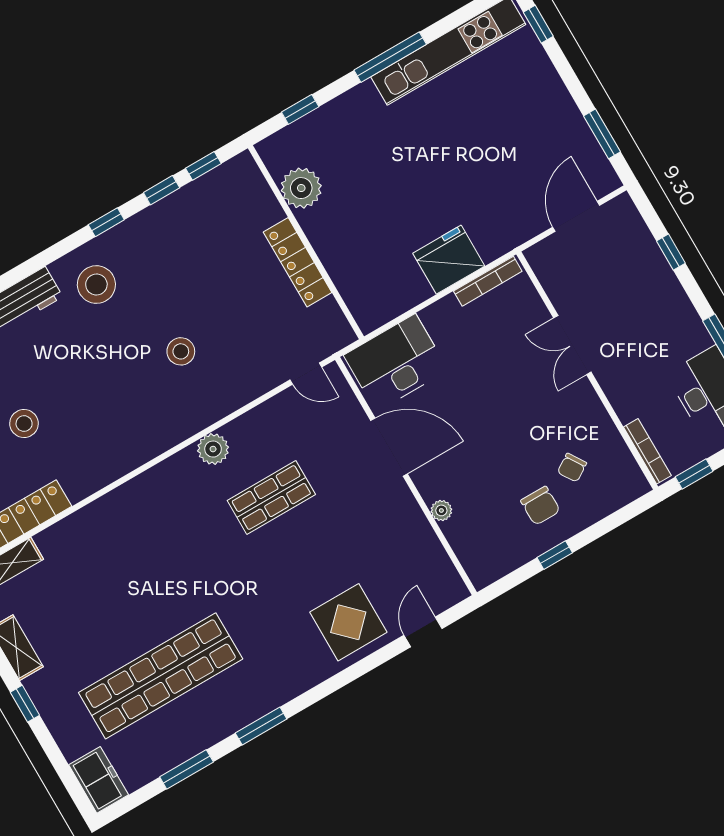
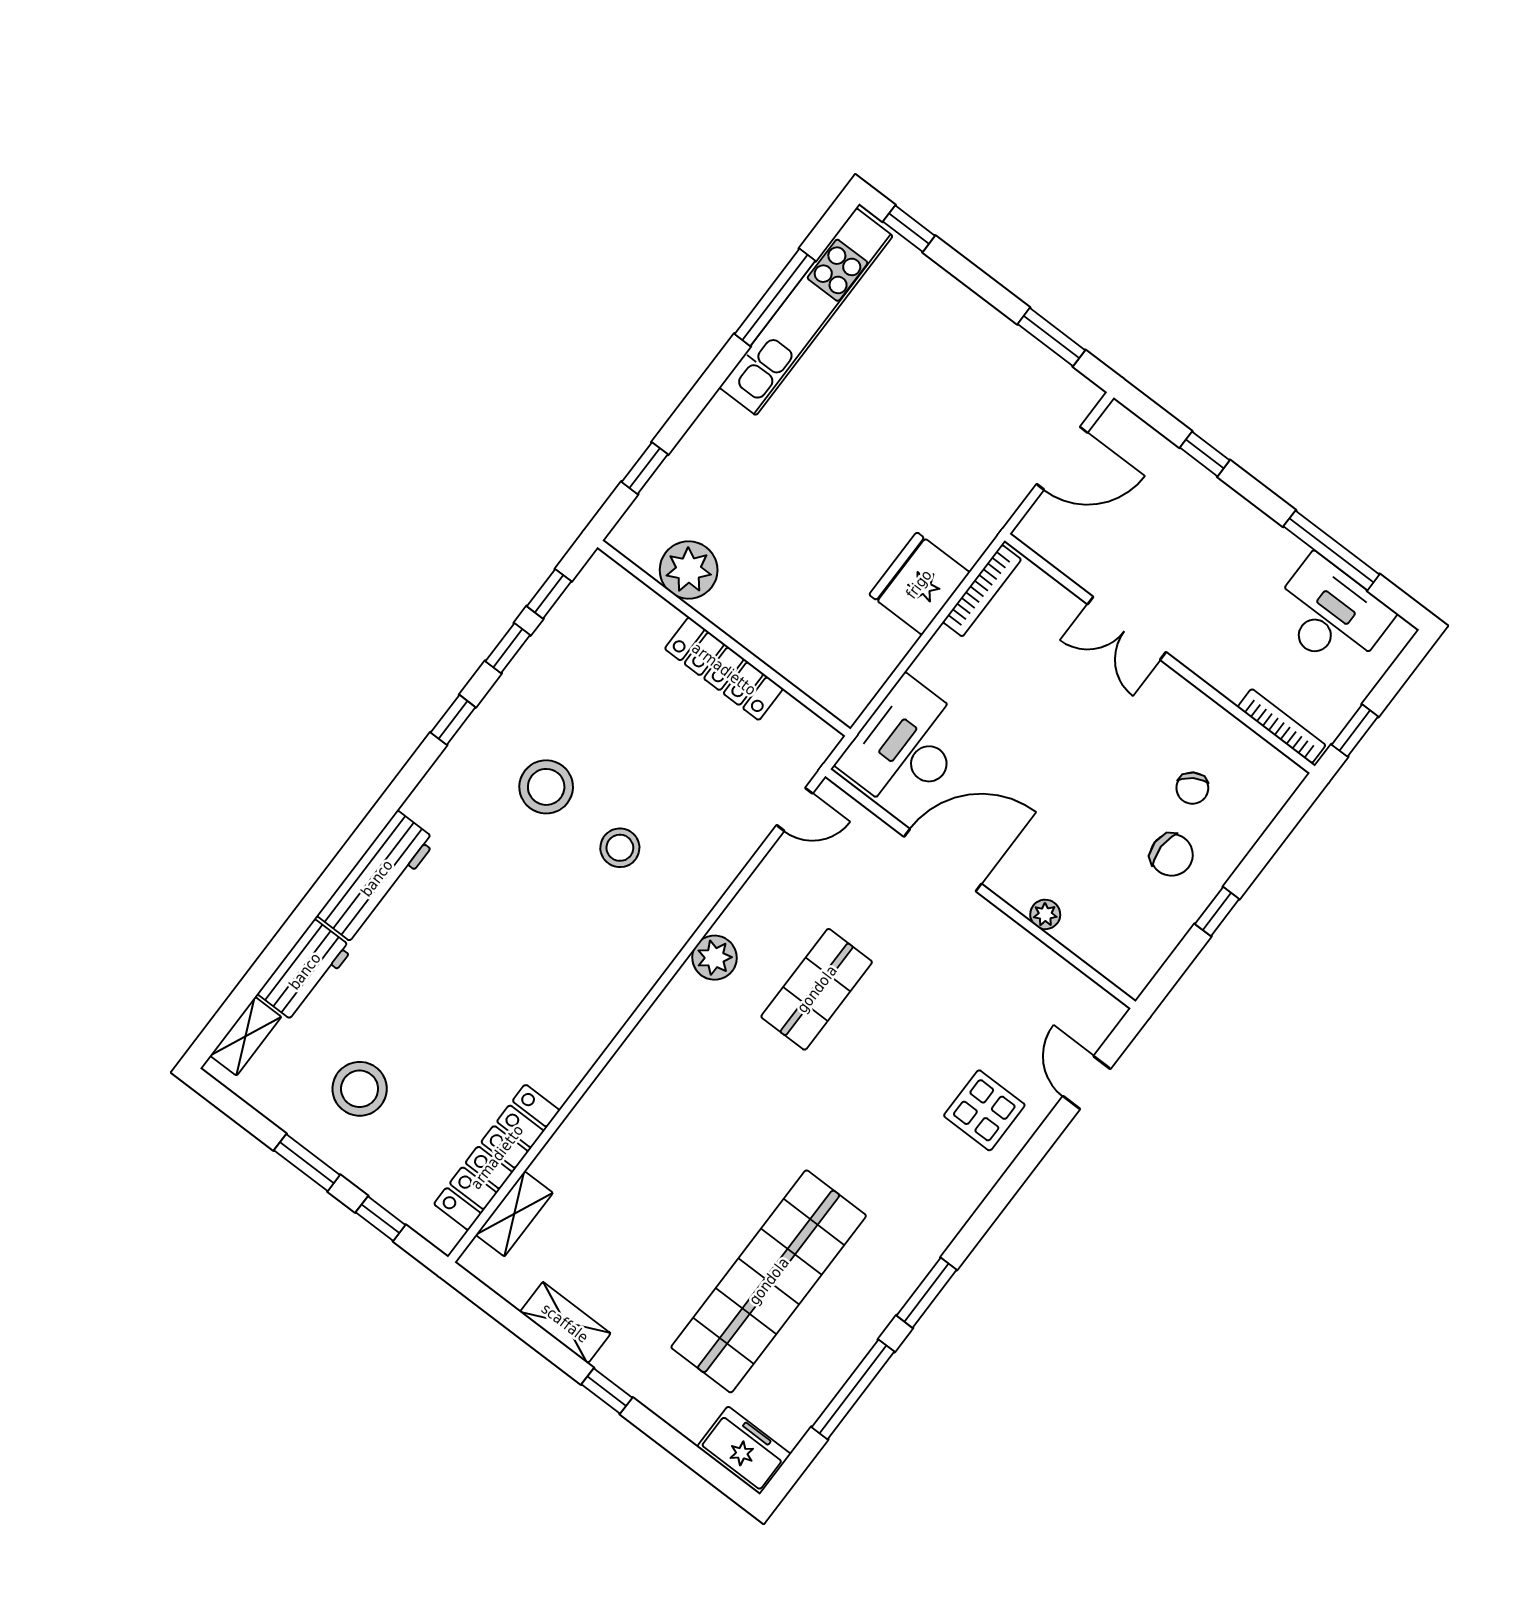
window: (390, 57) -> (775, 297), moved
door: (576, 216) -> (1062, 458), swing flipped
stool: (96, 285) -> (546, 787), moved
stool: (24, 424) -> (455, 1026), removed
display table: (348, 622) -> (984, 1110), width x0.73, depth x0.73
window: (187, 769) -> (853, 1389), width x1.44

